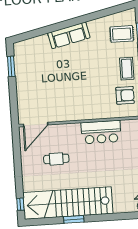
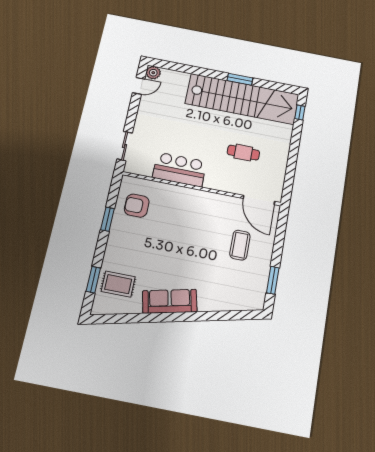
sofa: (69, 35) -> (170, 301), moved
coffee table: (127, 69) -> (240, 245), moved
door: (36, 124) -> (259, 200), swing flipped

